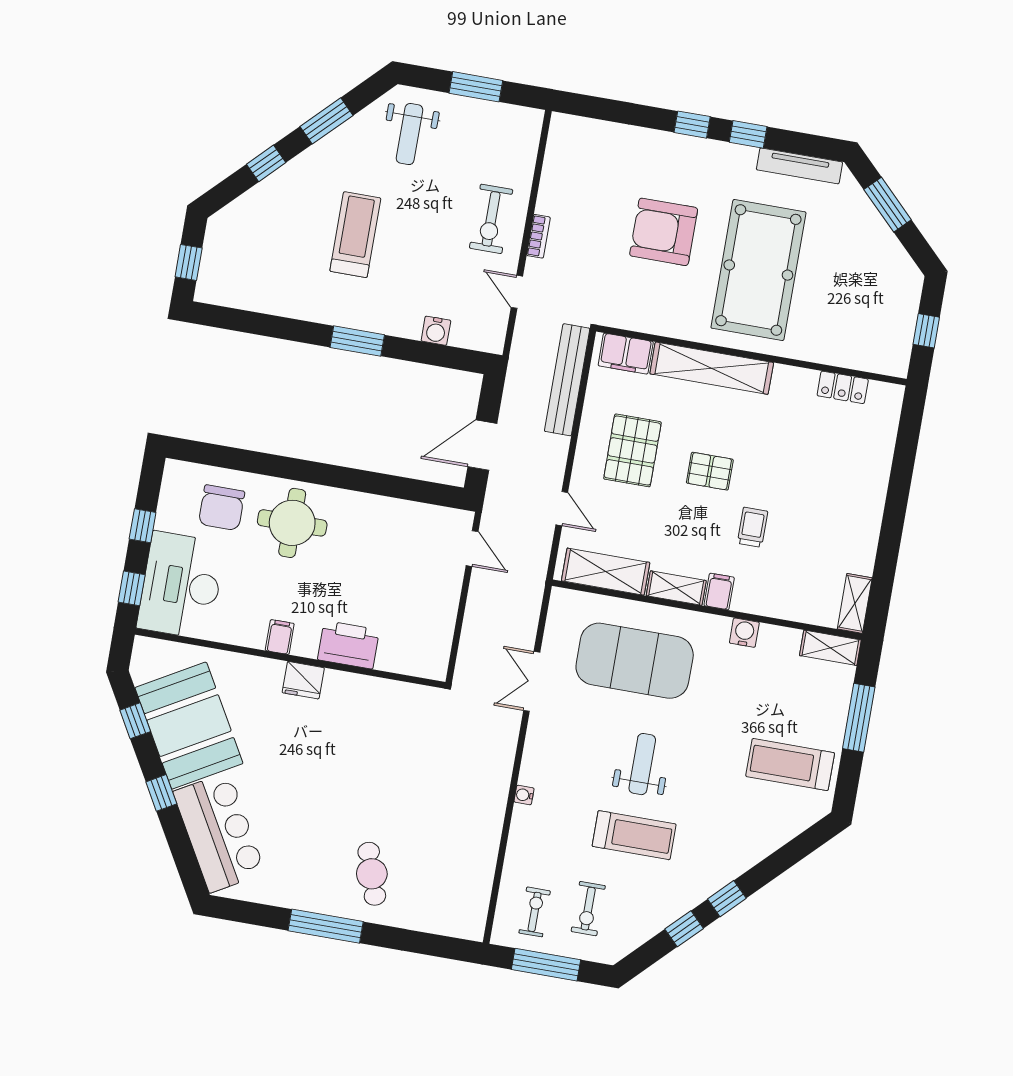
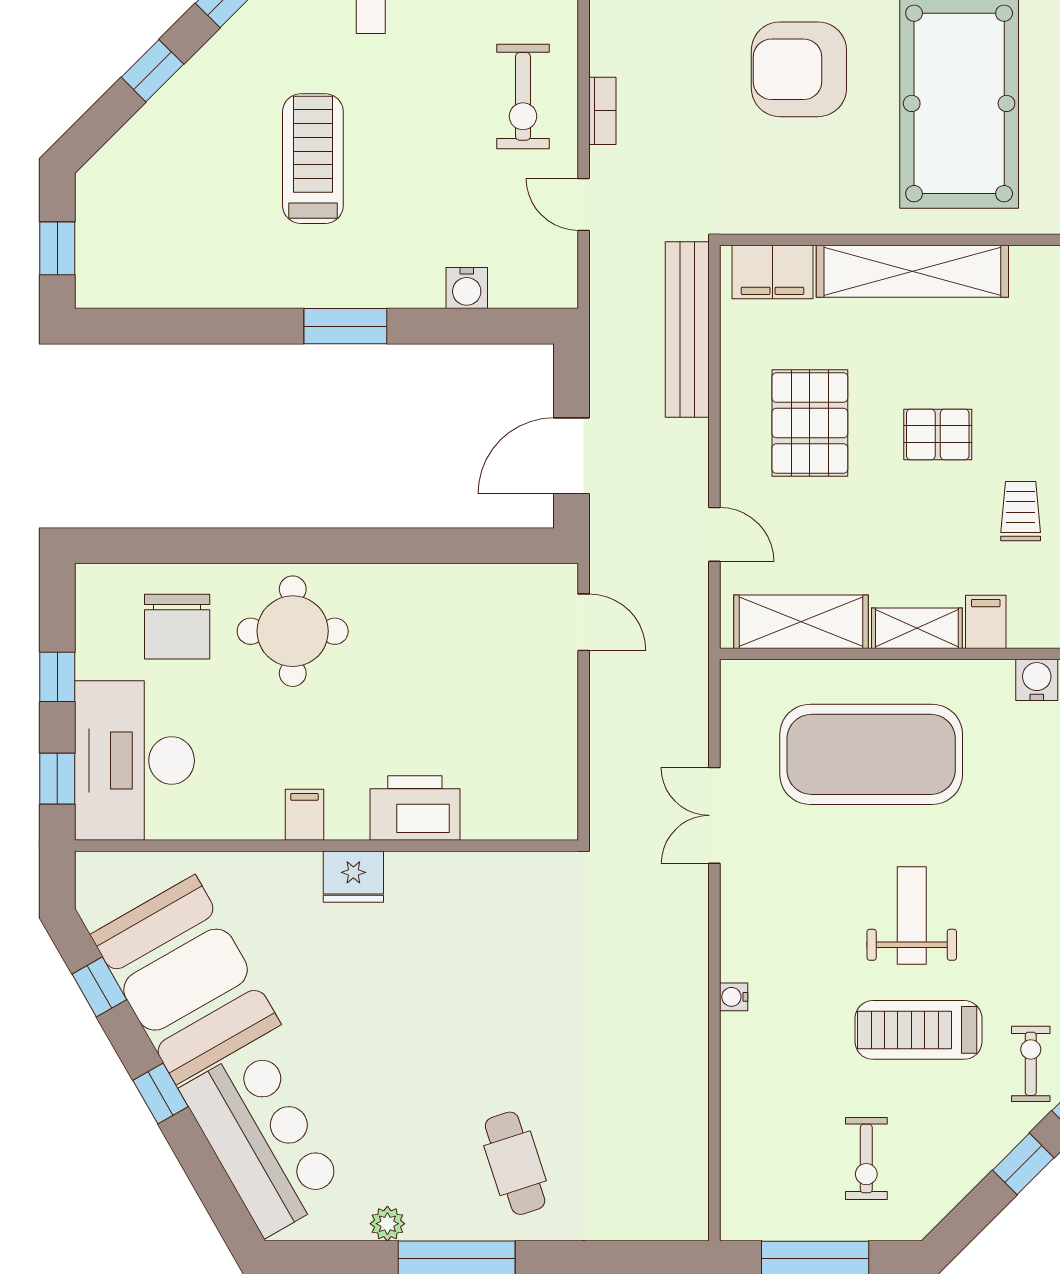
treadmill: (634, 835) -> (918, 1030), turned 180
plant: (287, 897) -> (387, 1224), added
exercise bike: (535, 912) -> (1031, 1064), moved

